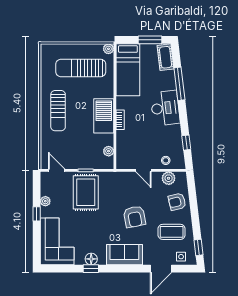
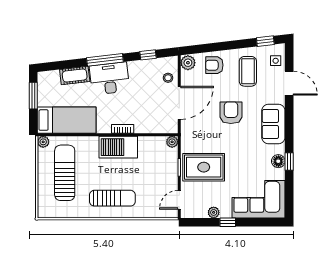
cot: (166, 57) -> (75, 76), moved
sun lounger: (81, 68) -> (65, 173), turned 180
window: (179, 84) -> (105, 60), moved
plant: (109, 151) -> (172, 142), moved
door: (143, 170) -> (179, 103), width x1.88
plant: (169, 178) -> (188, 63), moved
armchair: (177, 202) -> (214, 65), turned 104
armchair: (134, 217) -> (231, 113), turned -79

